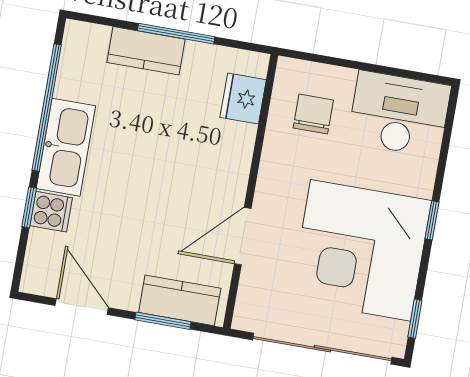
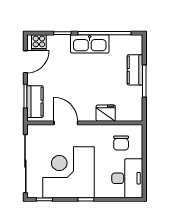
fridge: (243, 99) -> (106, 113), moved
chair: (313, 114) -> (121, 143), turned 90
cooker: (51, 212) -> (39, 42), moved

